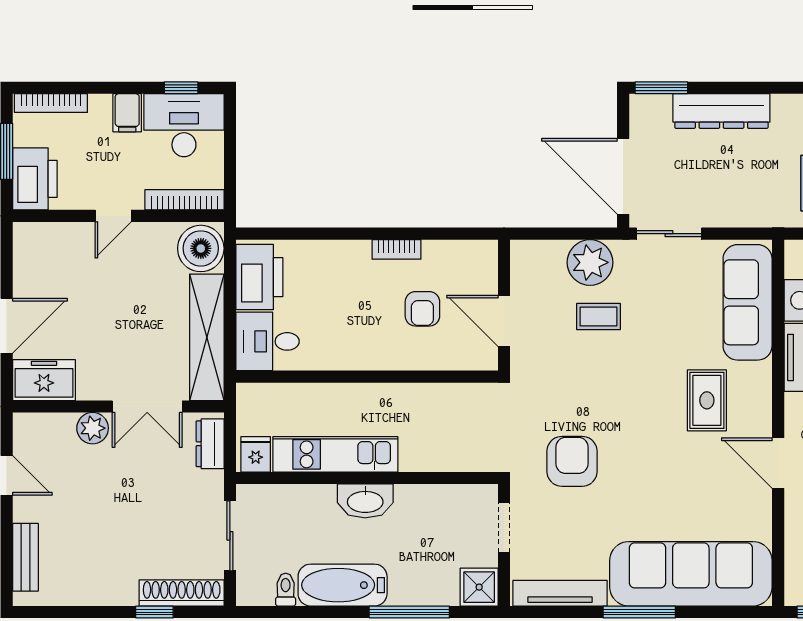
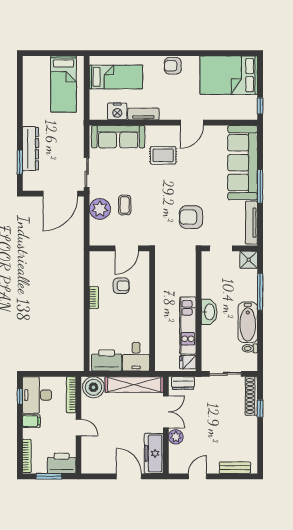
window: (661, 88) -> (20, 162), moved
freezer: (44, 380) -> (154, 453), width x1.40

